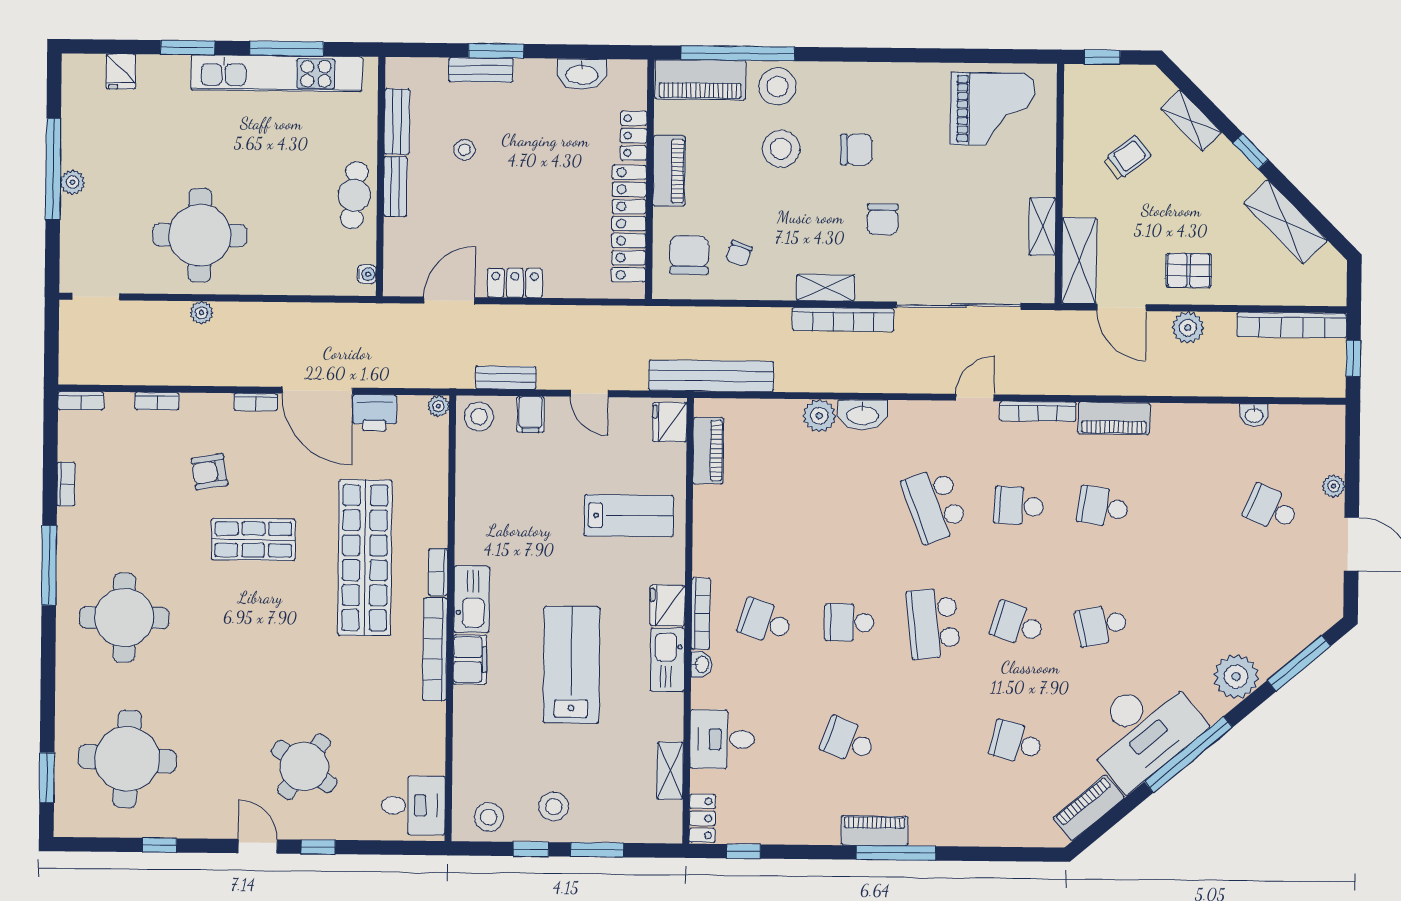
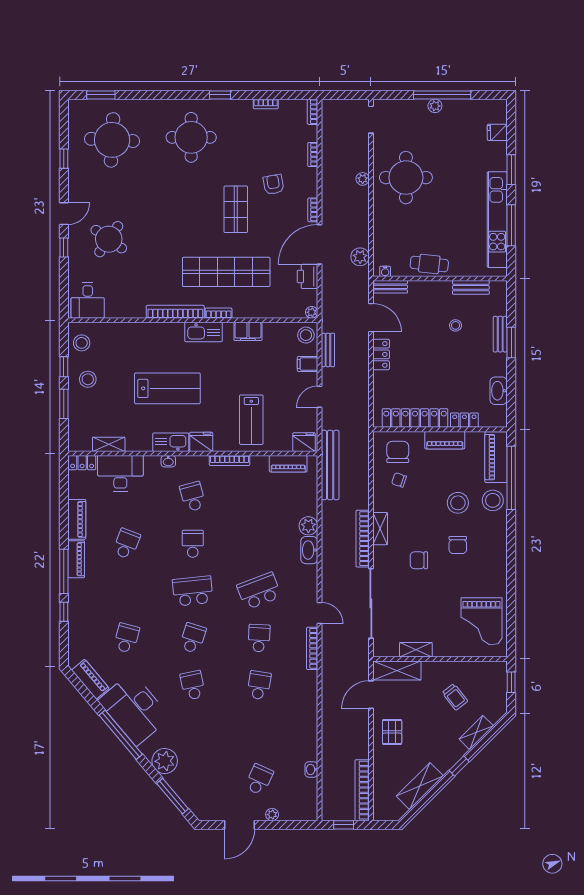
bench: (395, 186) -> (391, 287), moved
chair: (689, 255) -> (398, 452), turned -90
plant: (1188, 328) -> (360, 257), moved
piano: (1114, 418) -> (77, 519), moved, turned 180
window: (49, 565) -> (220, 95), width x0.46
bookcase: (701, 614) -> (229, 461), moved
school desk: (765, 622) -> (193, 497), turned -33
filing cabinet: (470, 660) -> (248, 331), moved
desk: (722, 739) -> (120, 473), width x1.37
window: (744, 851) -> (64, 612), moved

